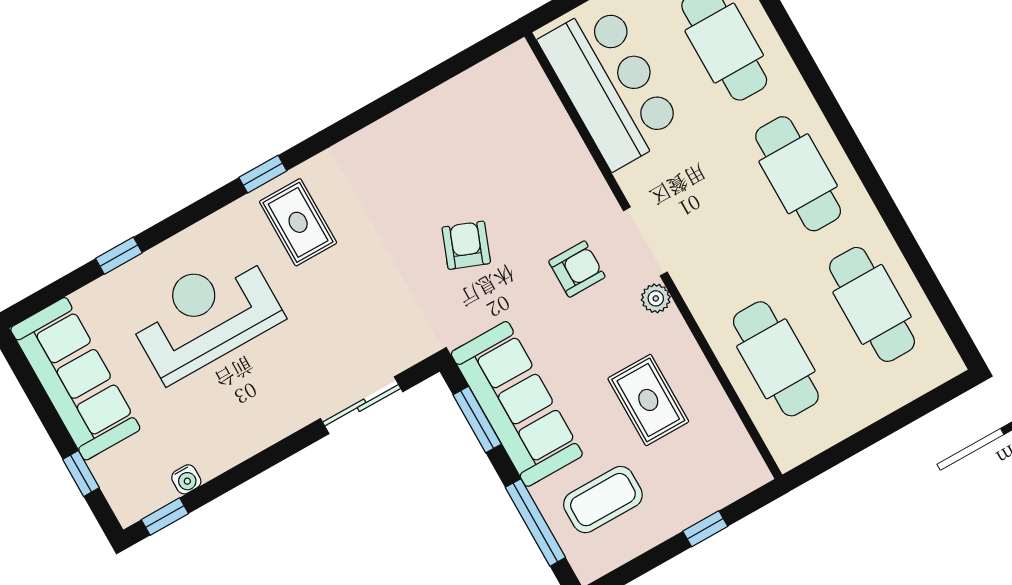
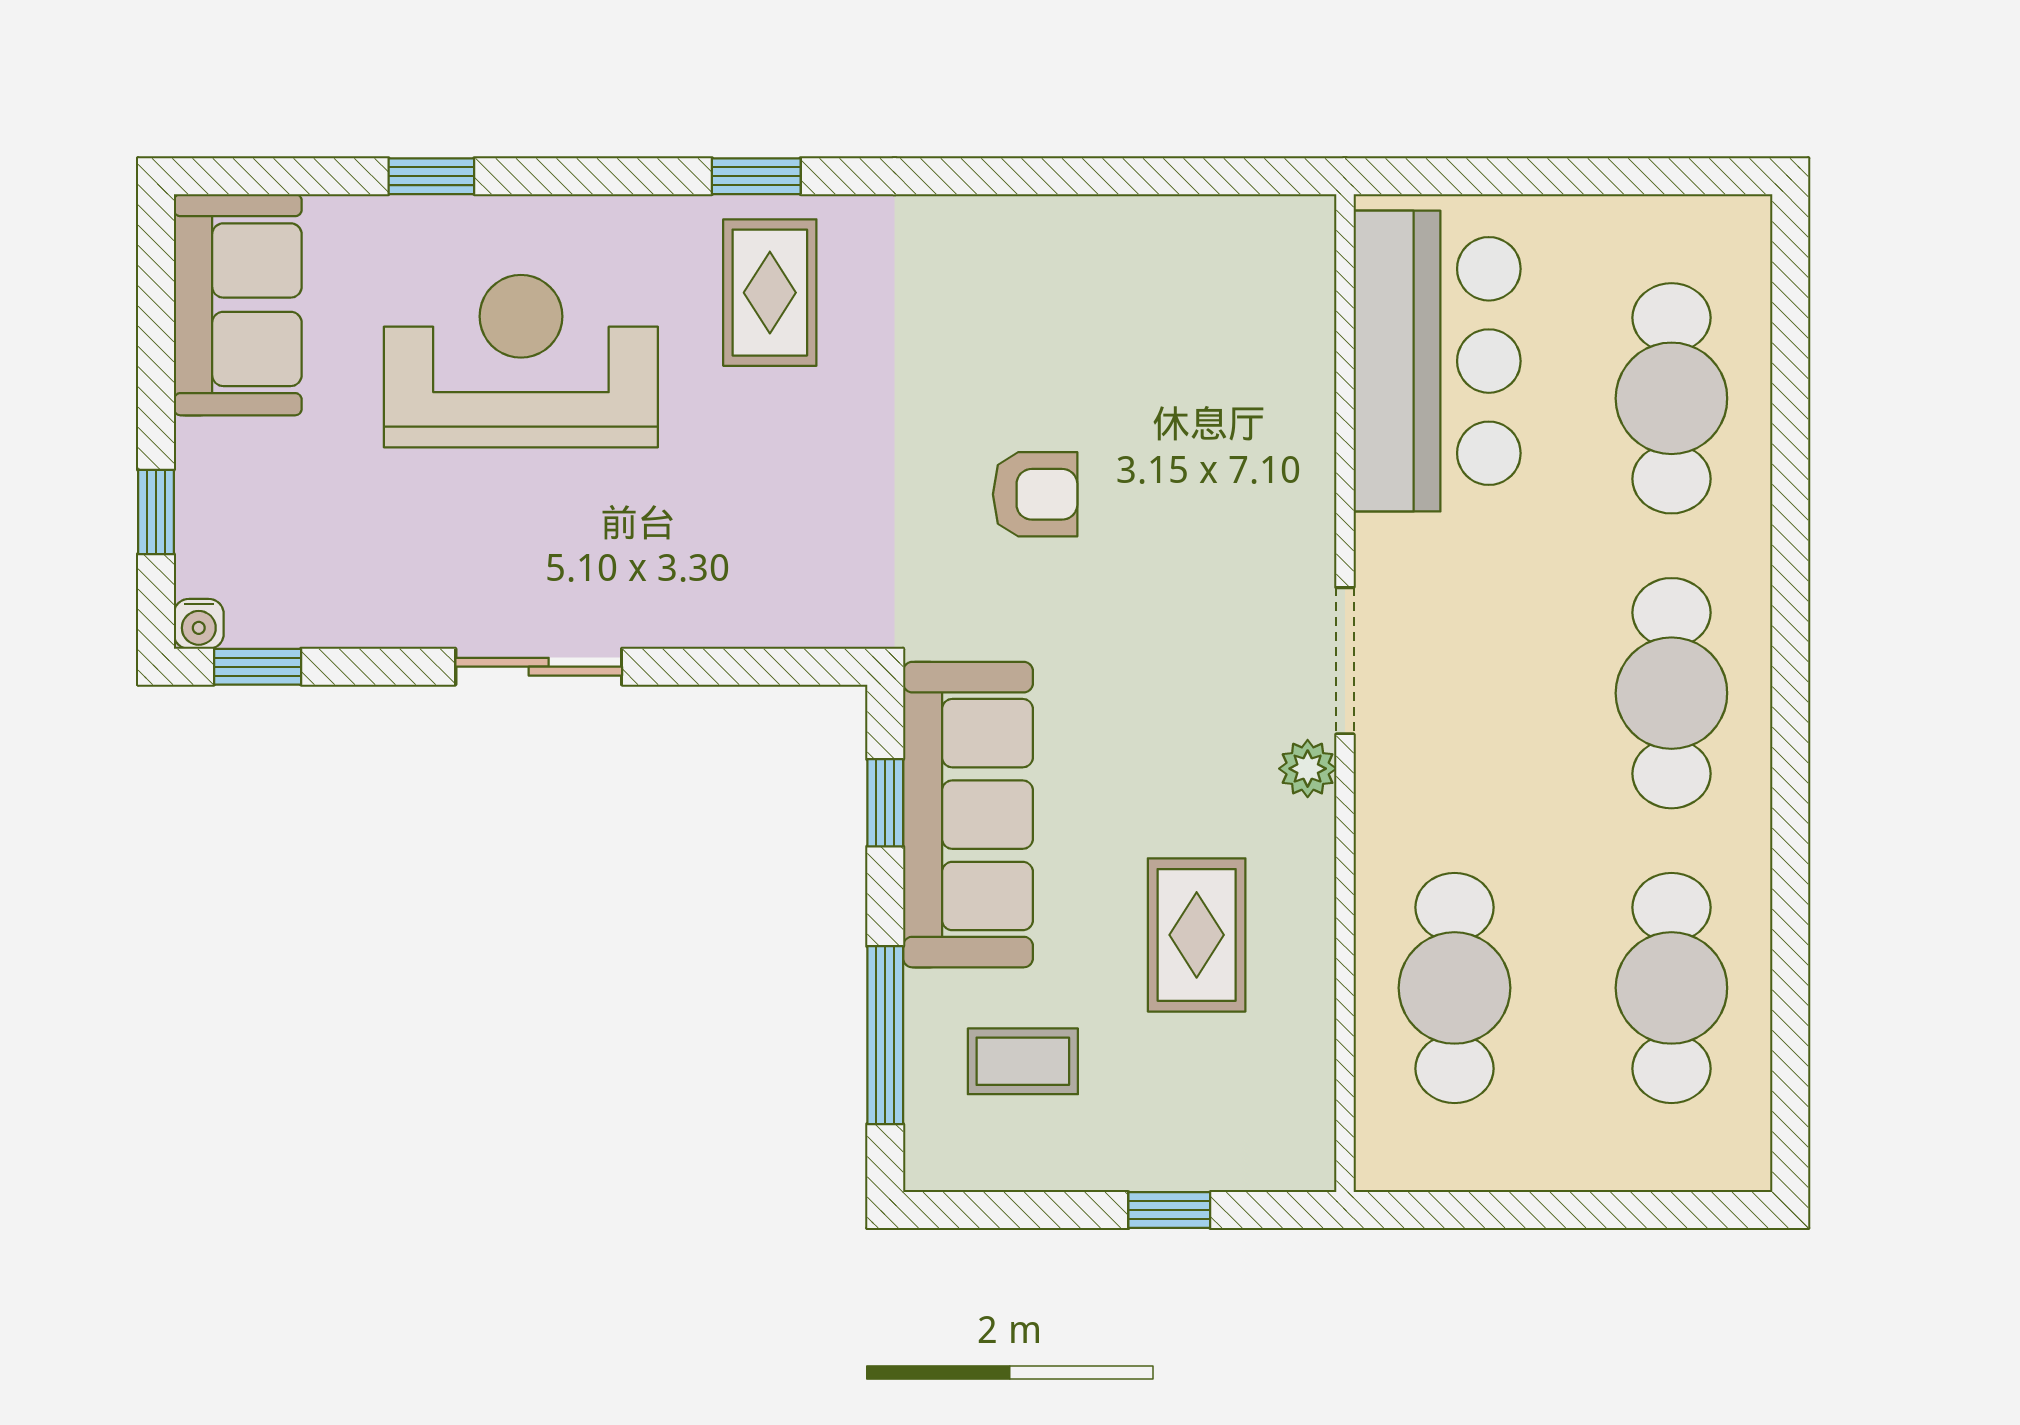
armchair: (466, 245) -> (1035, 494), turned 69
armchair: (577, 269) -> (1201, 642), removed
sofa: (75, 379) -> (238, 305), width x0.73
sliding door: (362, 405) -> (539, 667), moved
window: (477, 419) -> (885, 803), width x0.67
water cooler: (186, 479) -> (199, 624), moved
coffee table: (603, 500) -> (1023, 1061), width x0.73, depth x0.77

